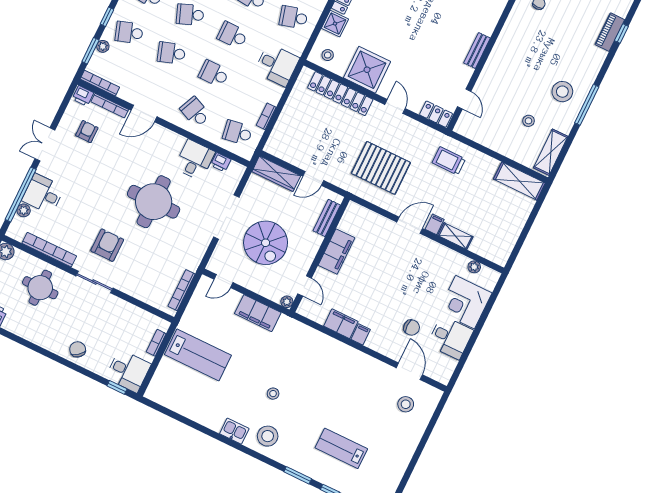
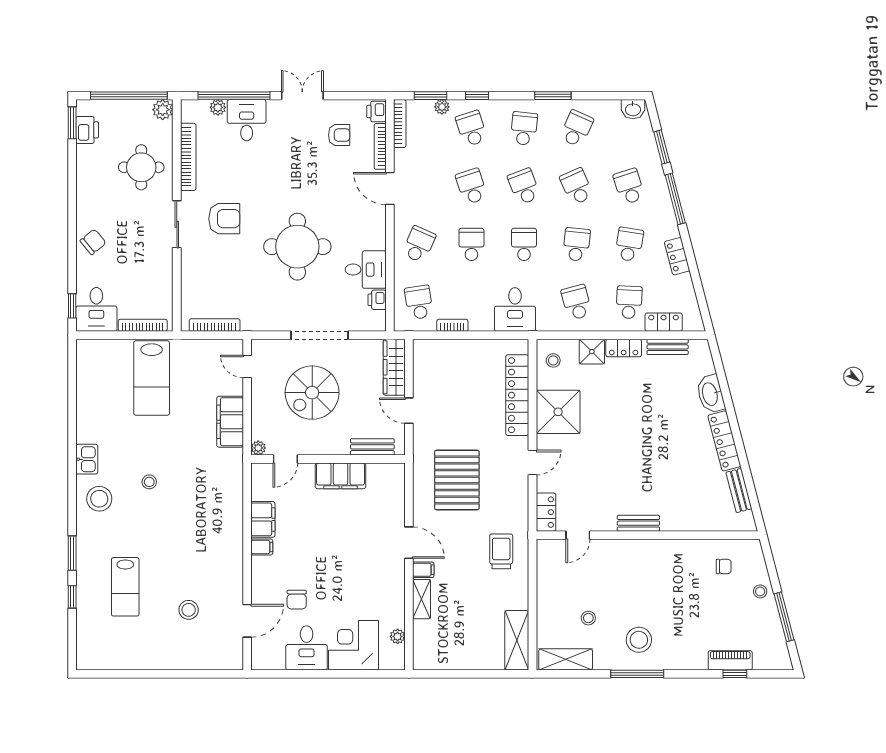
bookcase: (156, 343) -> (143, 325), width x1.56
stool: (406, 404) -> (189, 610), moved
lab bench: (341, 448) -> (125, 587), turned 180

